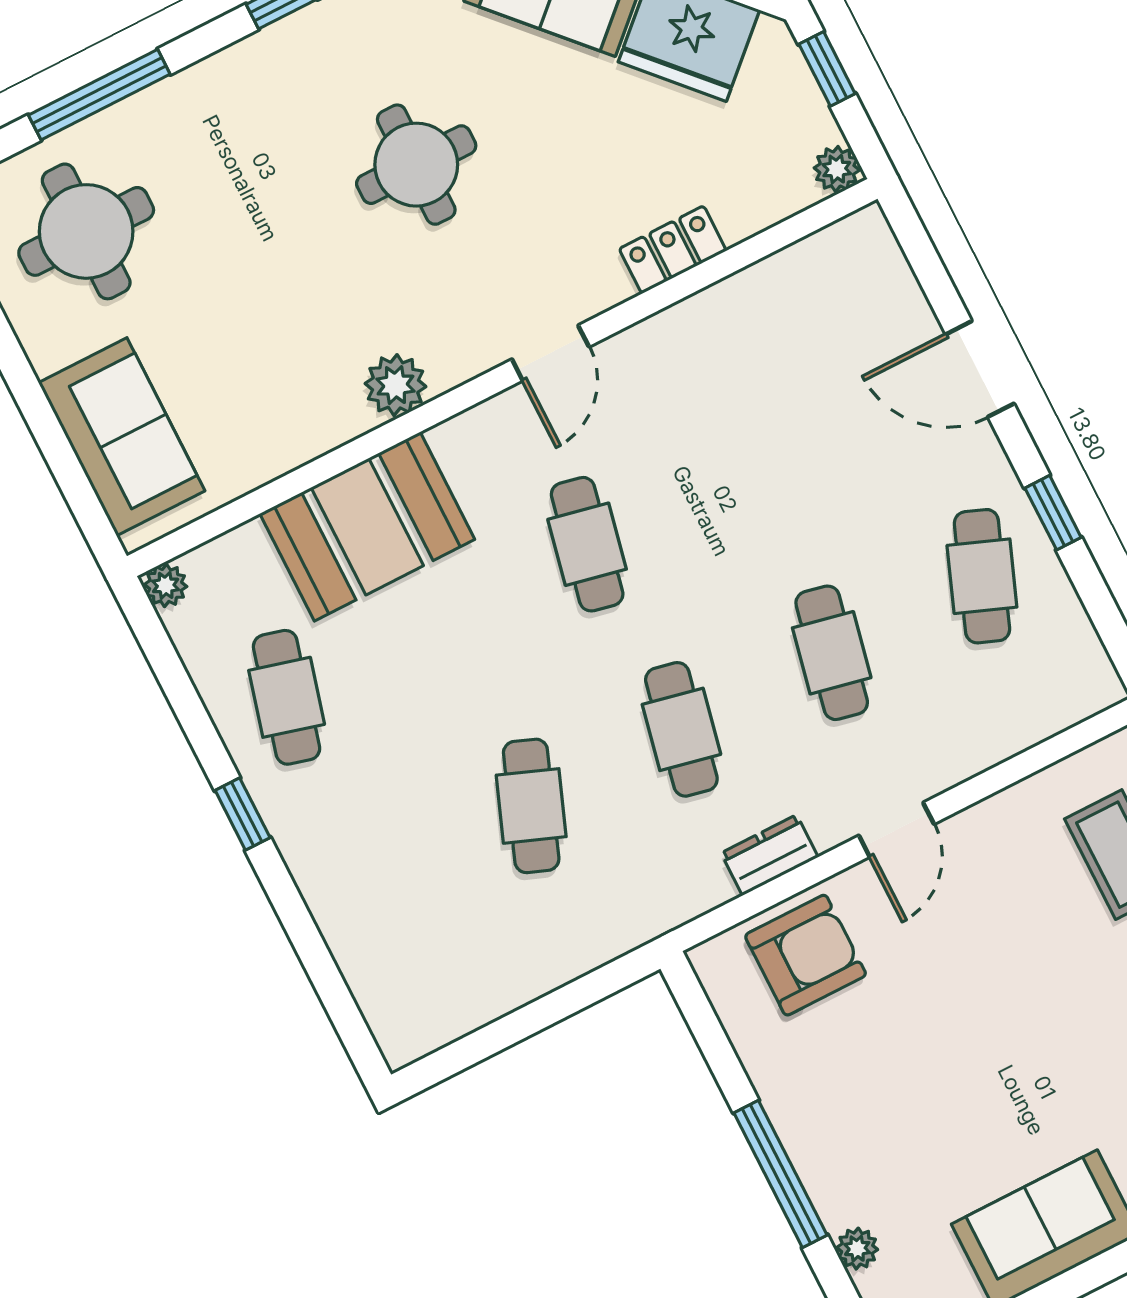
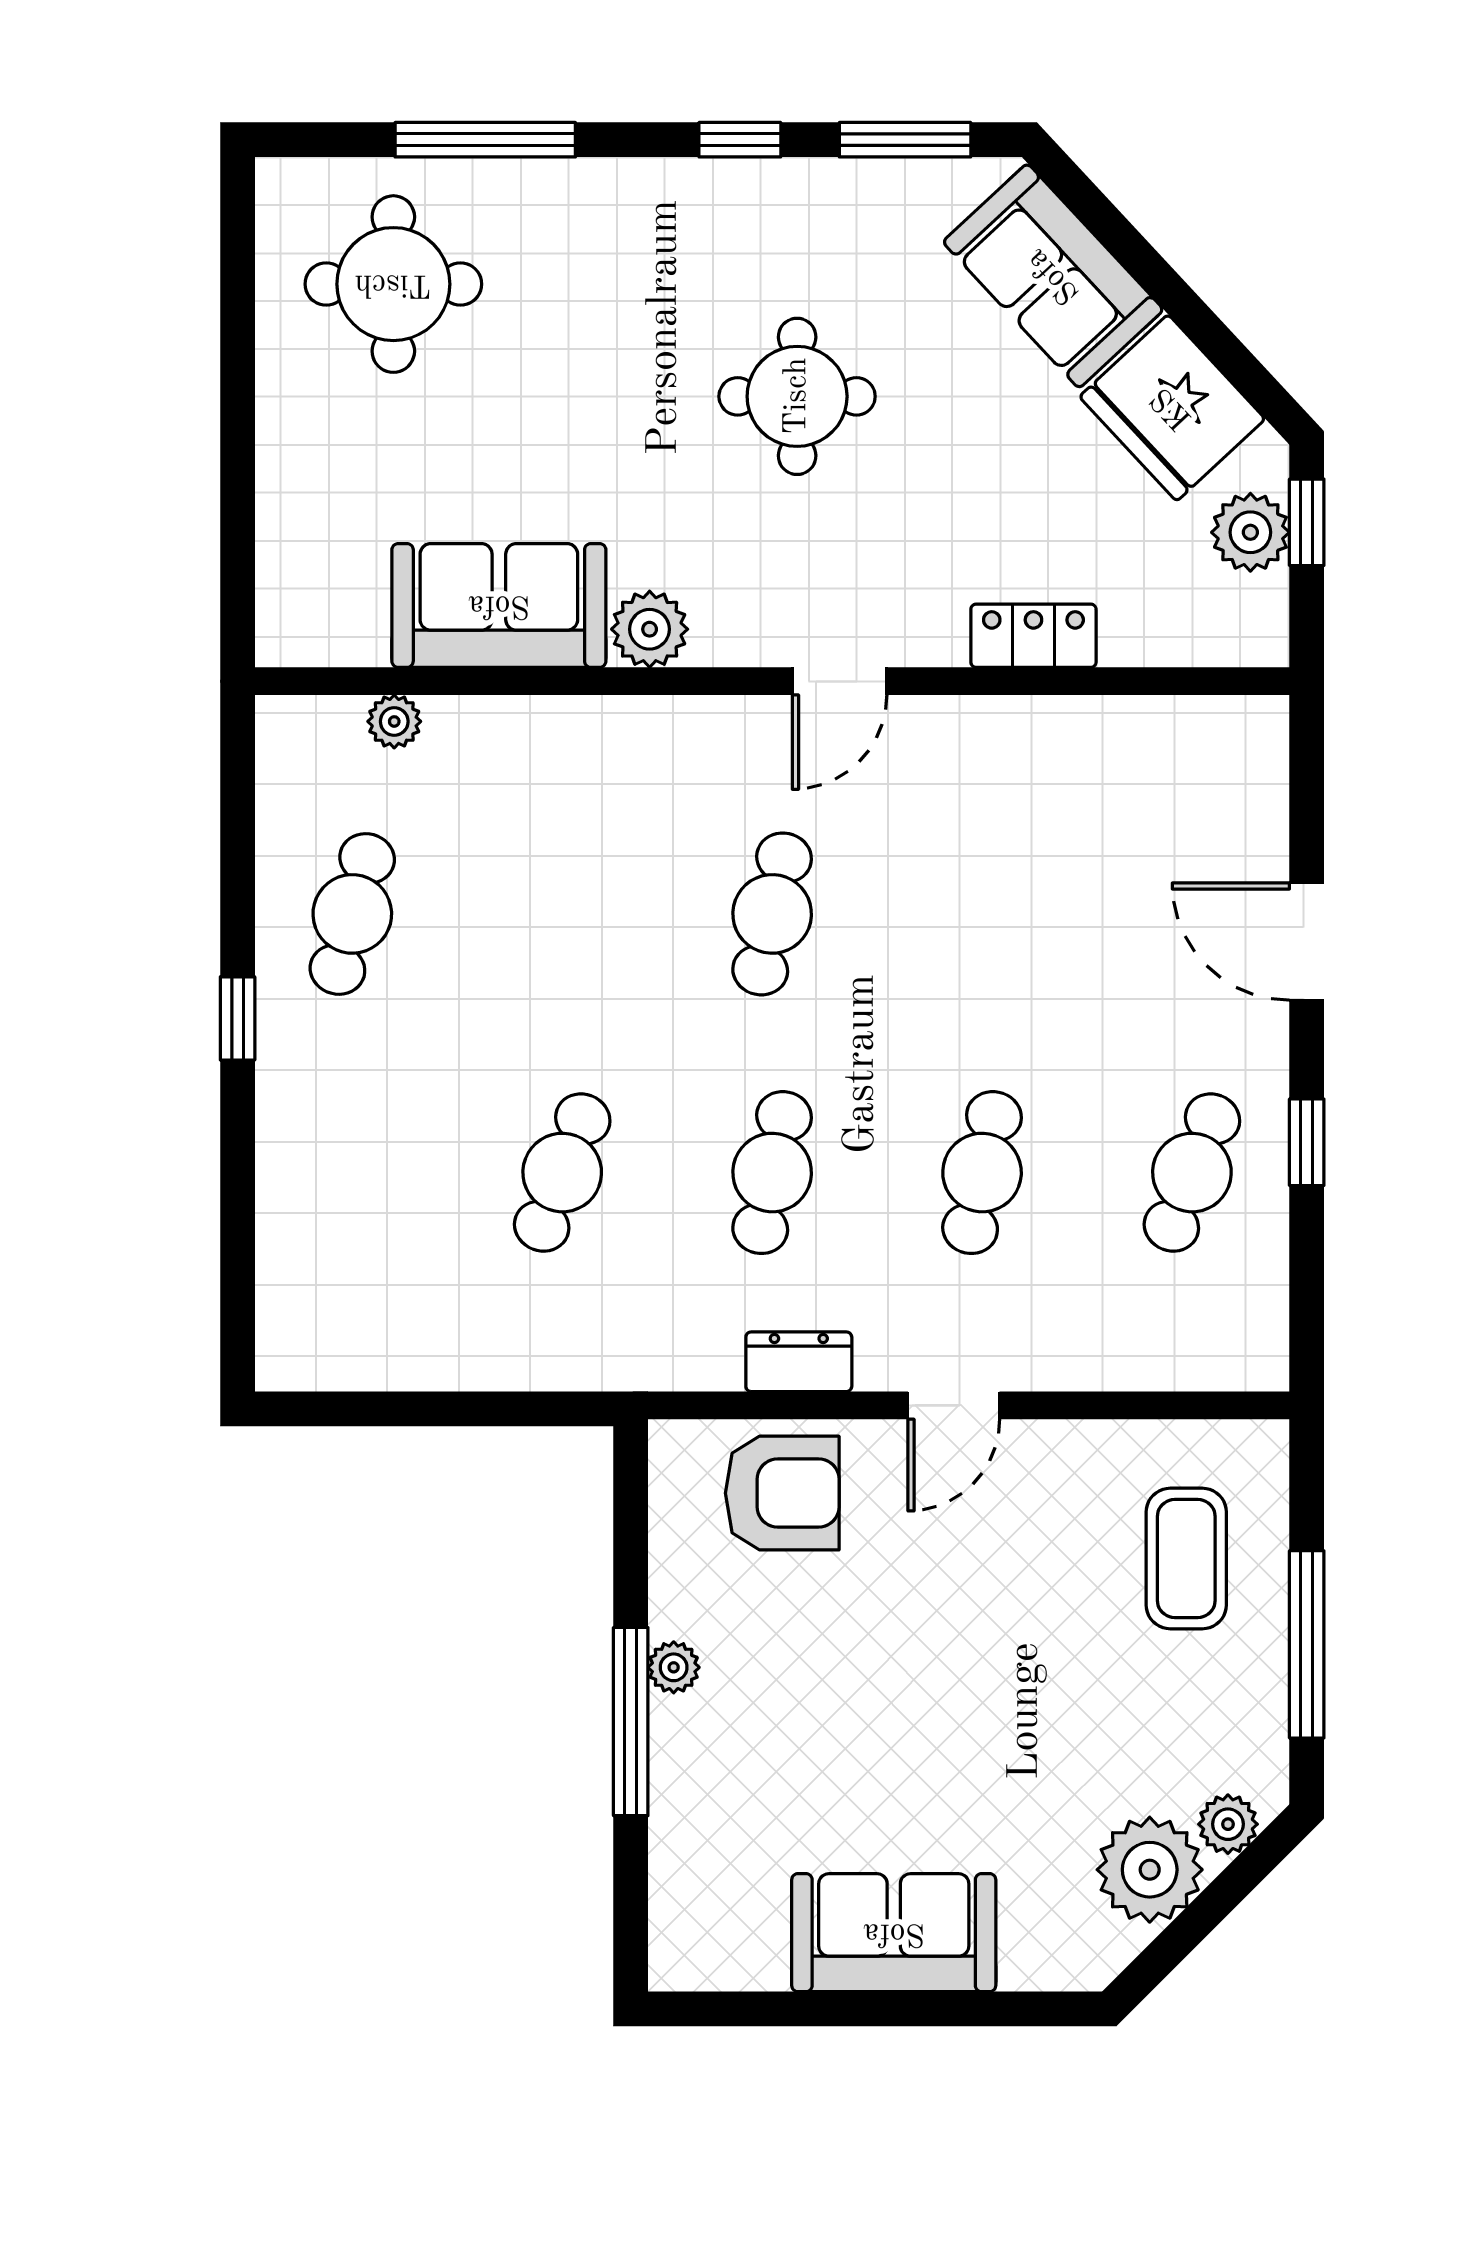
plant: (837, 169) -> (1250, 532), moved, width x1.38, depth x1.38
sofa: (122, 437) -> (499, 605), moved, turned -90
booth: (367, 527) -> (538, 770), removed
plant: (166, 585) -> (394, 721), moved
plant: (857, 1249) -> (674, 1667), moved

